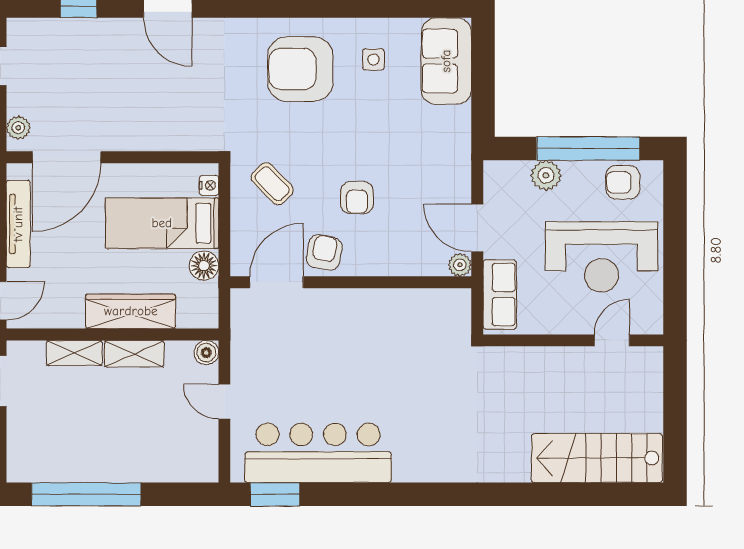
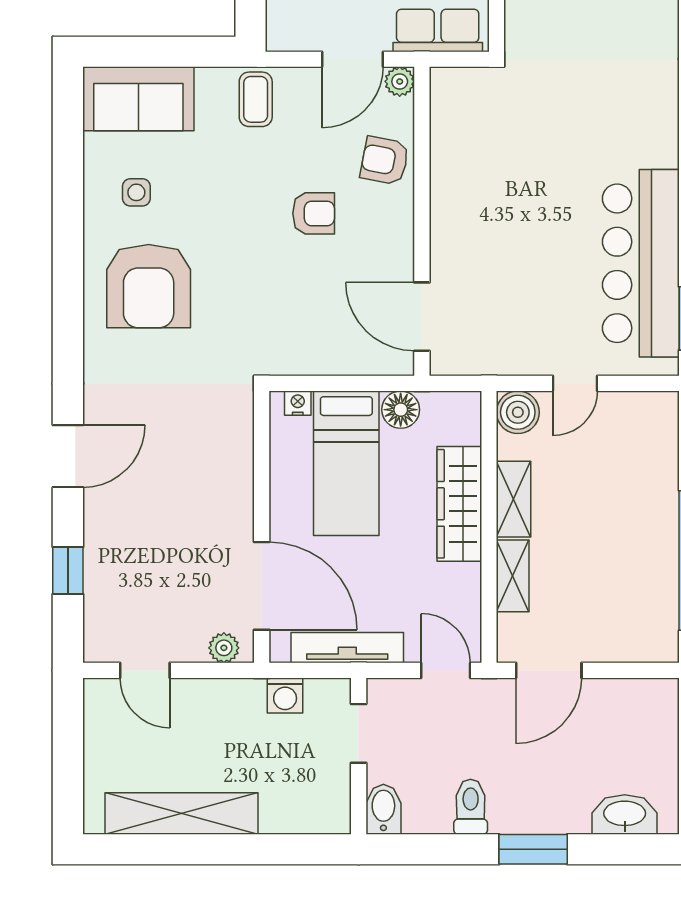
coffee table: (272, 184) -> (256, 99), moved, turned -46
armchair: (324, 253) -> (385, 161), moved
boiler: (206, 353) -> (518, 412), width x1.36, depth x1.36

